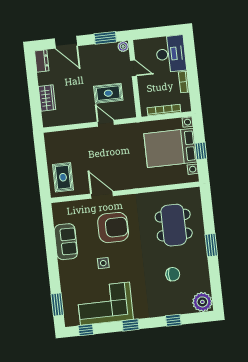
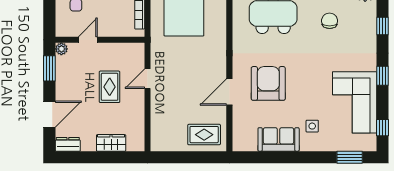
rug: (108, 93) -> (110, 87), moved
side table: (103, 263) -> (312, 126), moved

